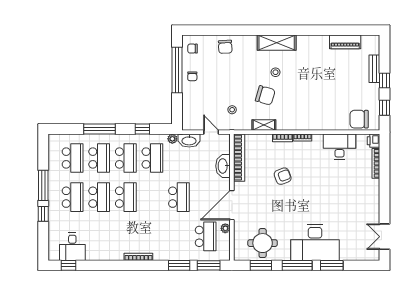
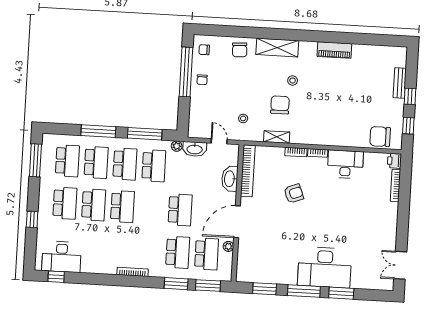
piano: (345, 42) -> (334, 50), moved
shelving: (277, 43) -> (277, 48), moved
chair: (265, 95) -> (280, 105), turned -106
window: (142, 129) -> (145, 134), width x2.17
desk: (339, 146) -> (345, 164), moved
window: (43, 185) -> (35, 160), moved
school desk: (179, 236) -> (178, 252), added
round table: (263, 243) -> (268, 265), removed
desk: (72, 247) -> (62, 257), width x1.37

